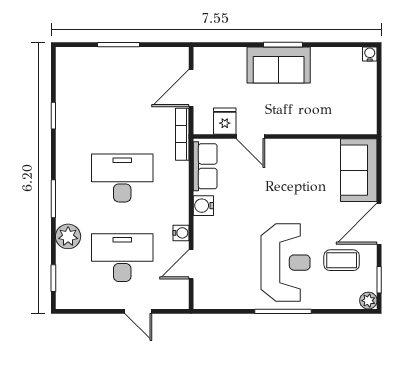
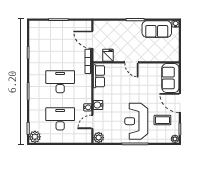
sofa: (279, 65) -> (157, 29), moved
door: (191, 88) -> (92, 40), hinge flipped
door: (250, 136) -> (131, 62), moved
water cooler: (203, 206) -> (98, 105), moved
door: (379, 224) -> (180, 103), hinge flipped
plant: (68, 236) -> (35, 137), moved
reception desk: (286, 263) -> (136, 121), turned 180
plant: (205, 298) -> (99, 138), added
door: (138, 311) -> (68, 144), removed

